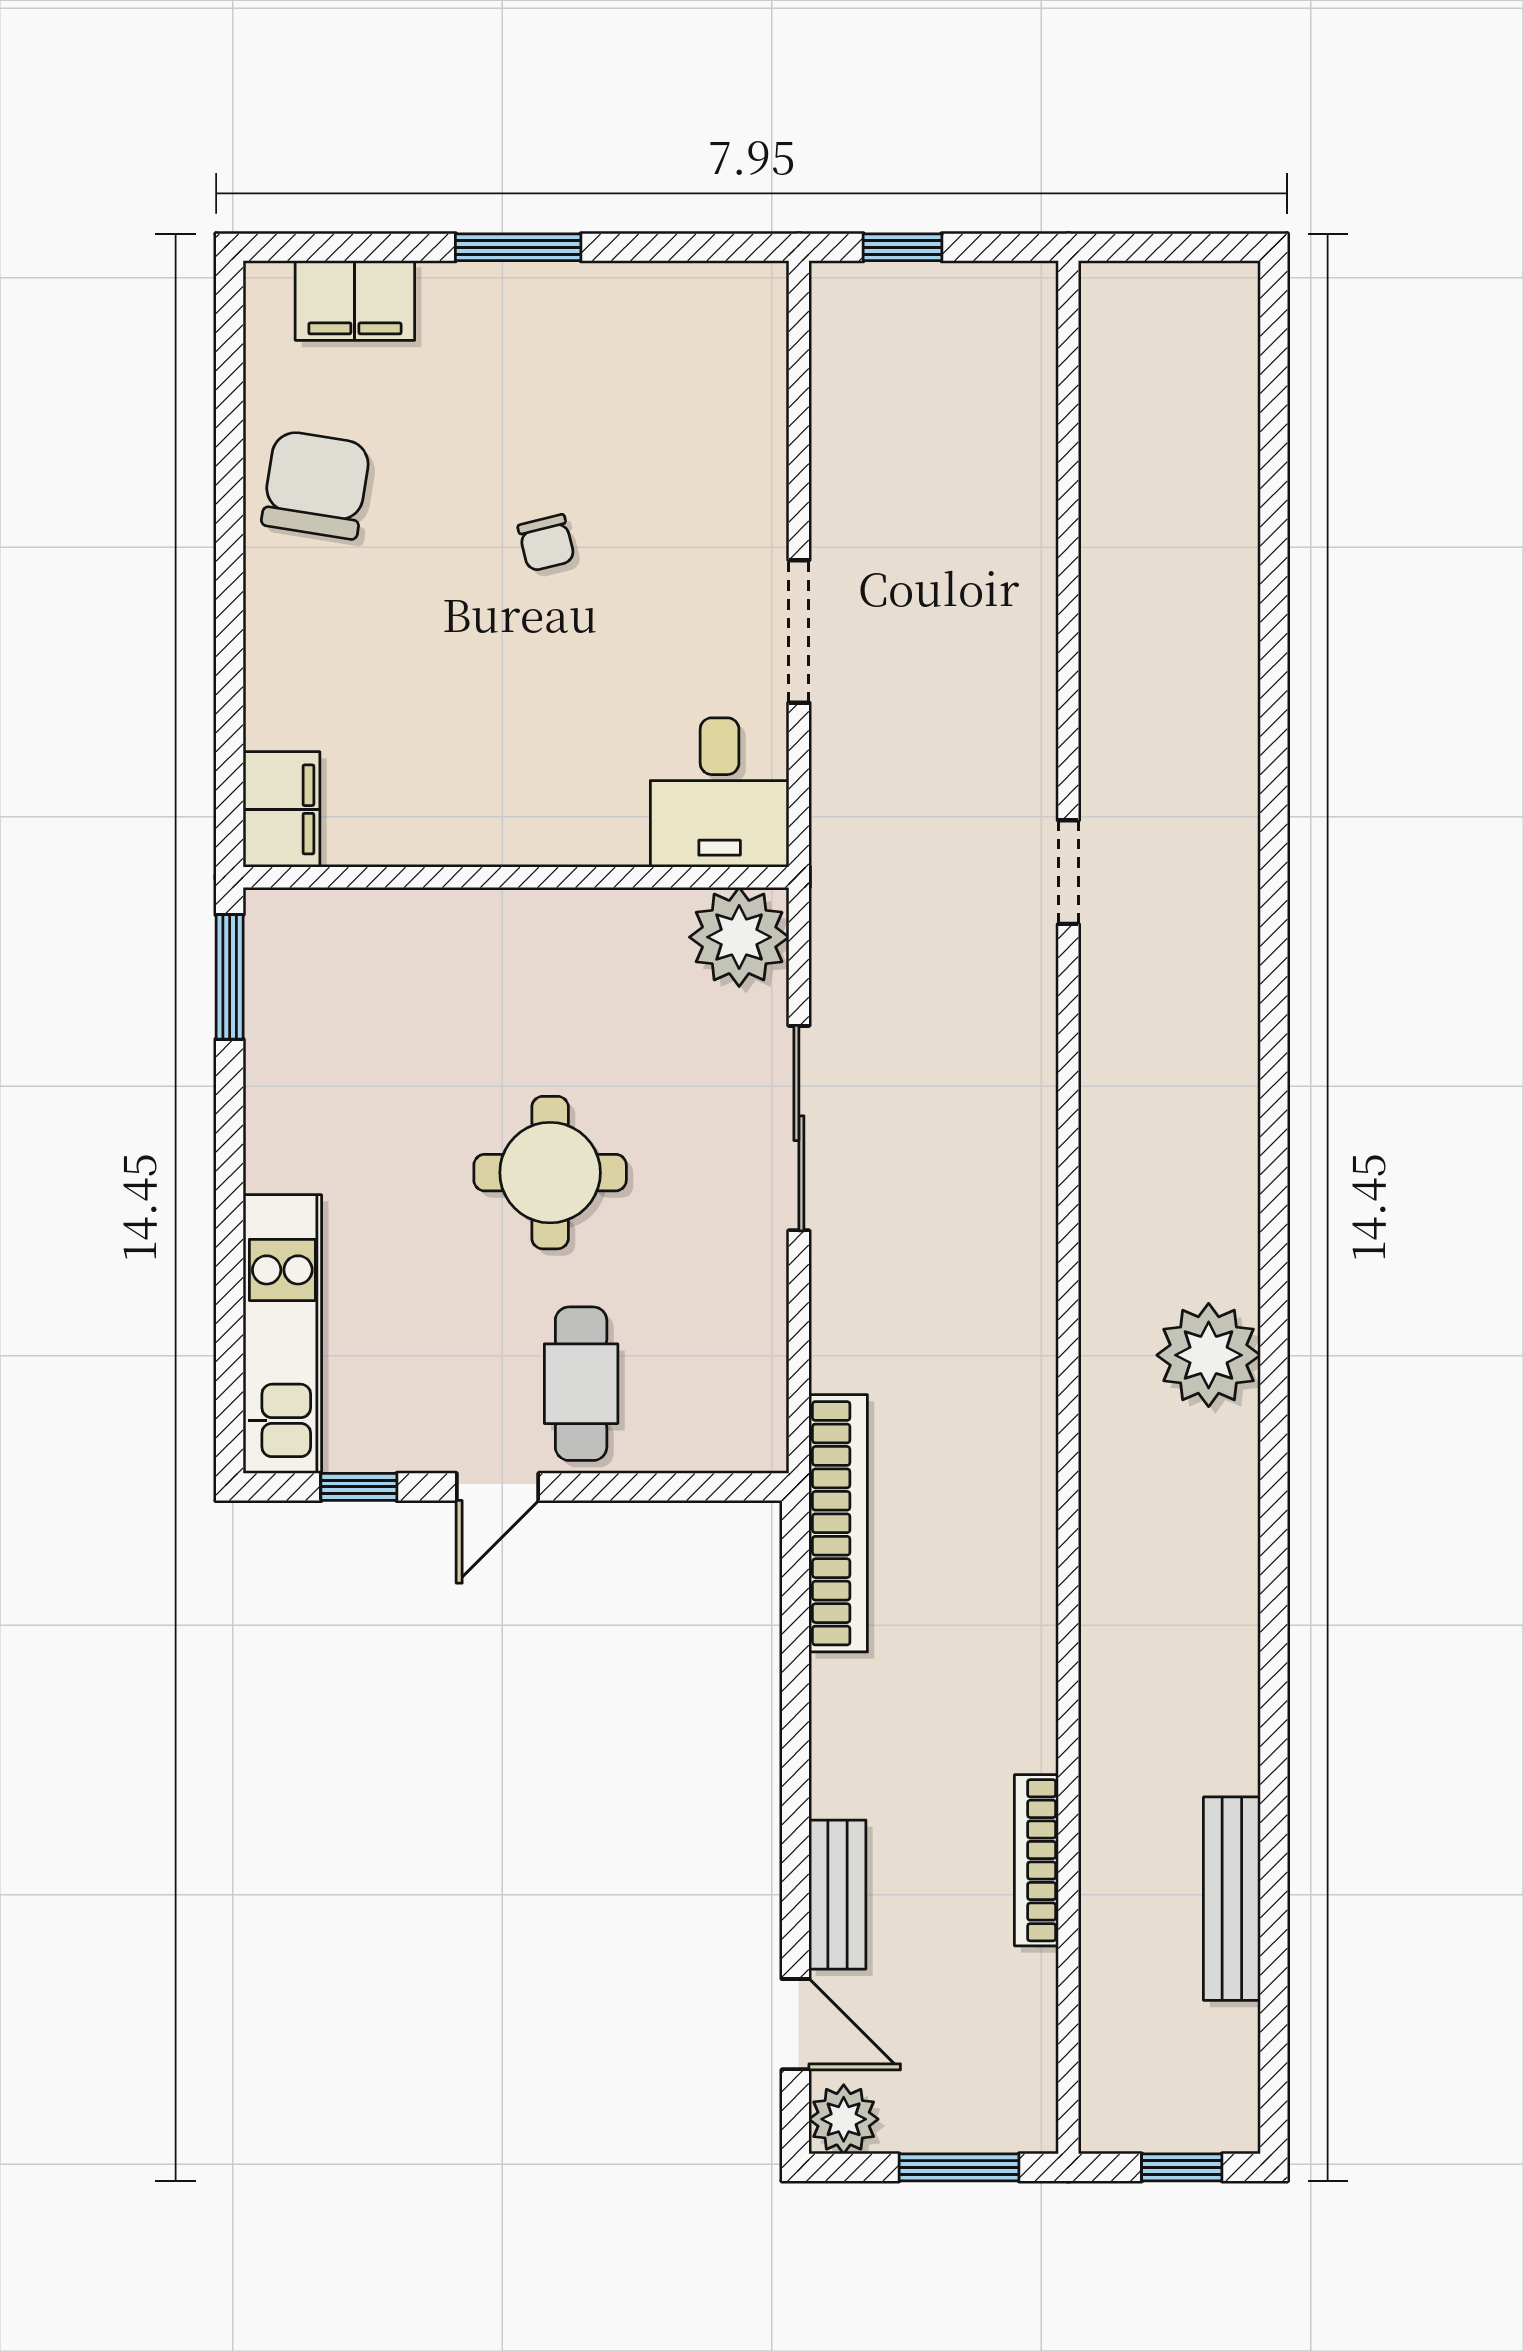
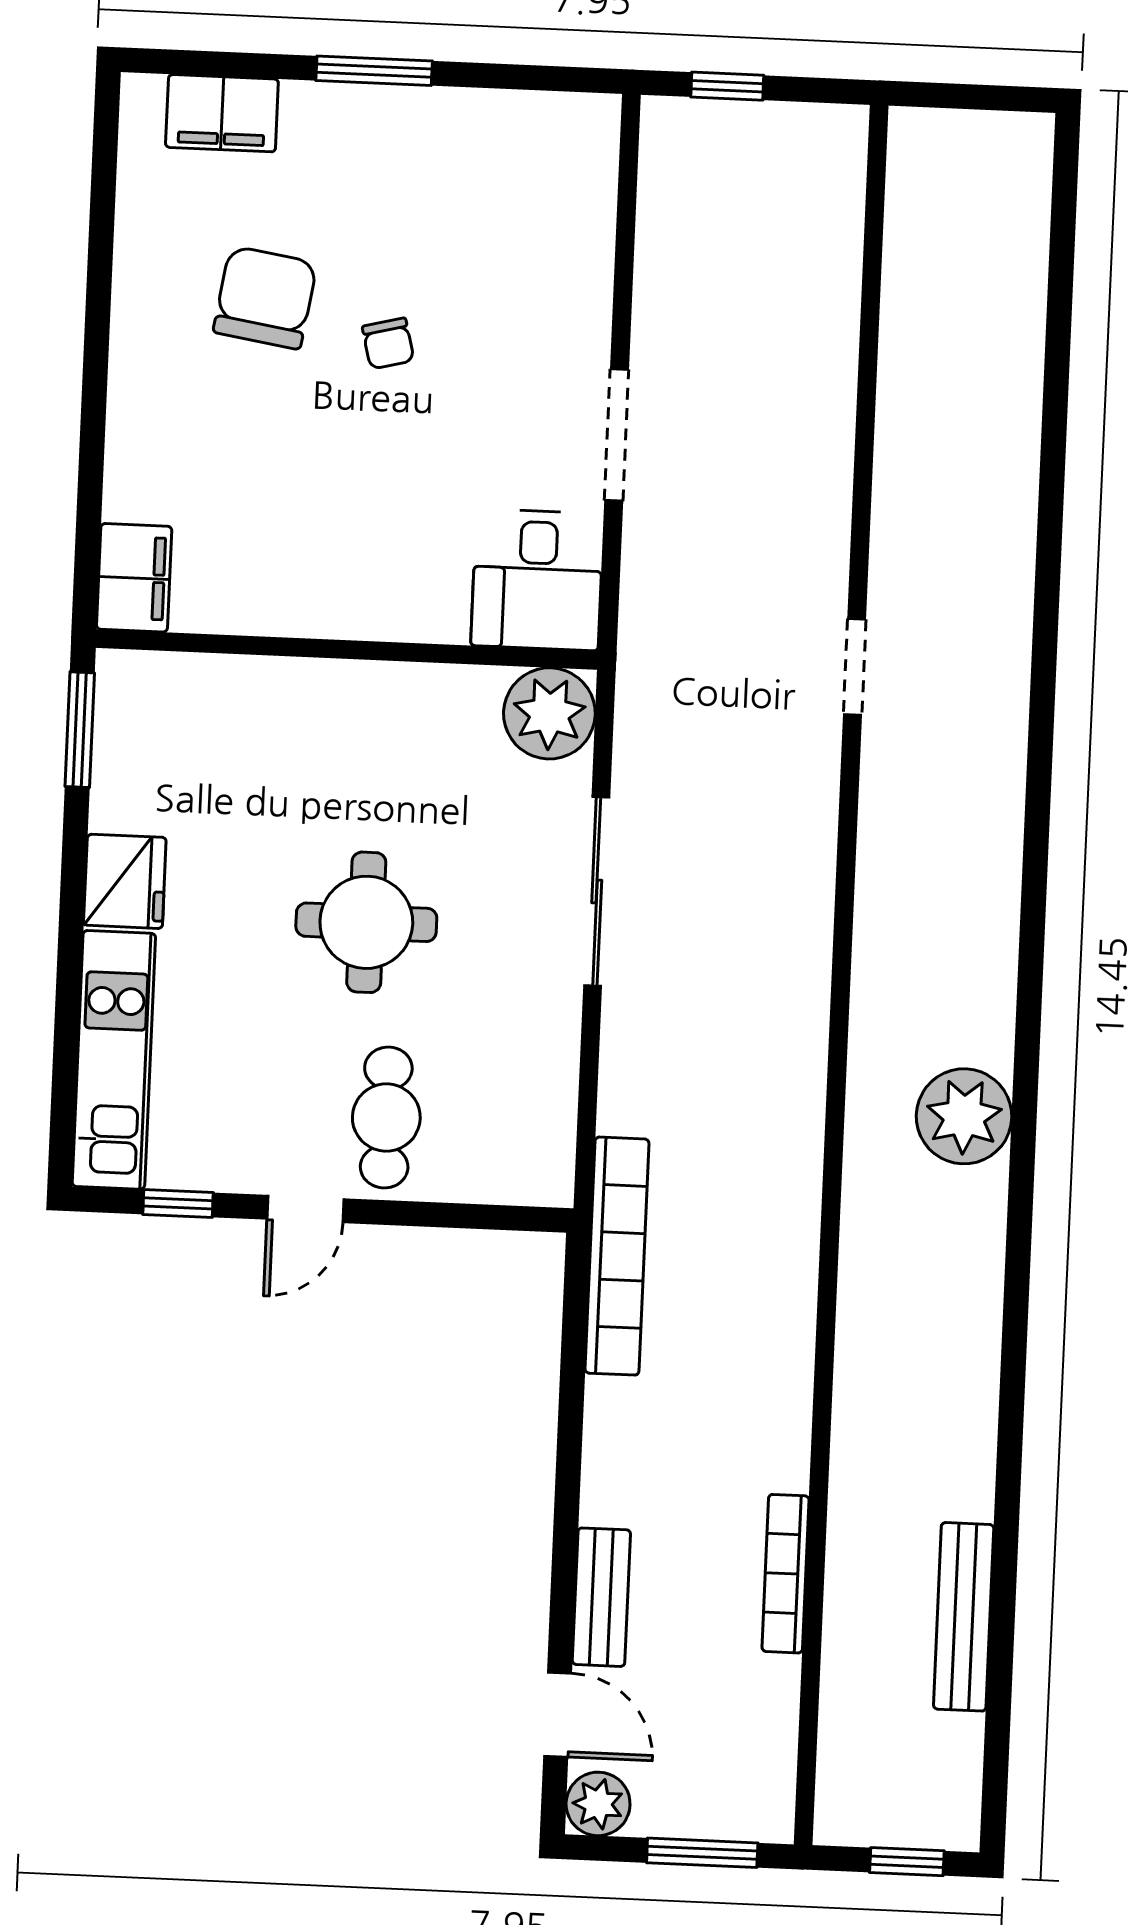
chair: (316, 485) -> (265, 298), moved
fridge: (286, 1140) -> (125, 881), added

